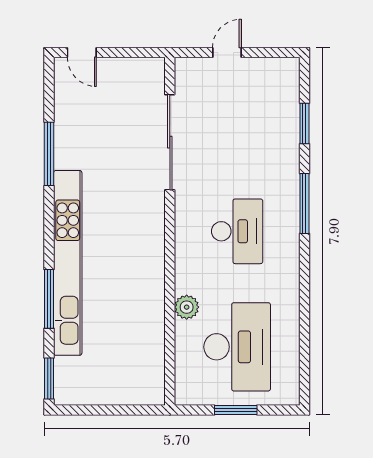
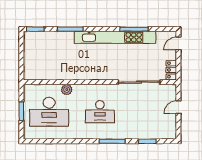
door: (227, 53) -> (178, 107), swing flipped
locker: (142, 69) -> (171, 70), added
kitchen unit: (68, 263) -> (115, 37), moved

